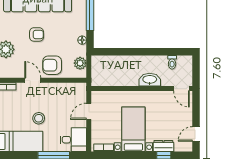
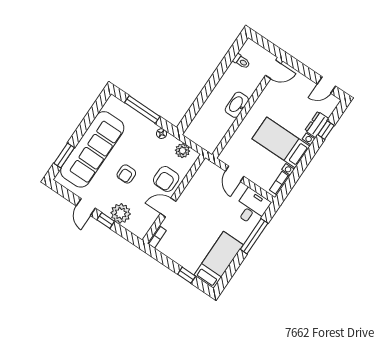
armchair: (37, 34) -> (126, 174), turned 180
washbasin: (150, 80) -> (237, 105), moved
stool: (39, 118) -> (208, 227), removed
door: (196, 134) -> (326, 85), hinge flipped

